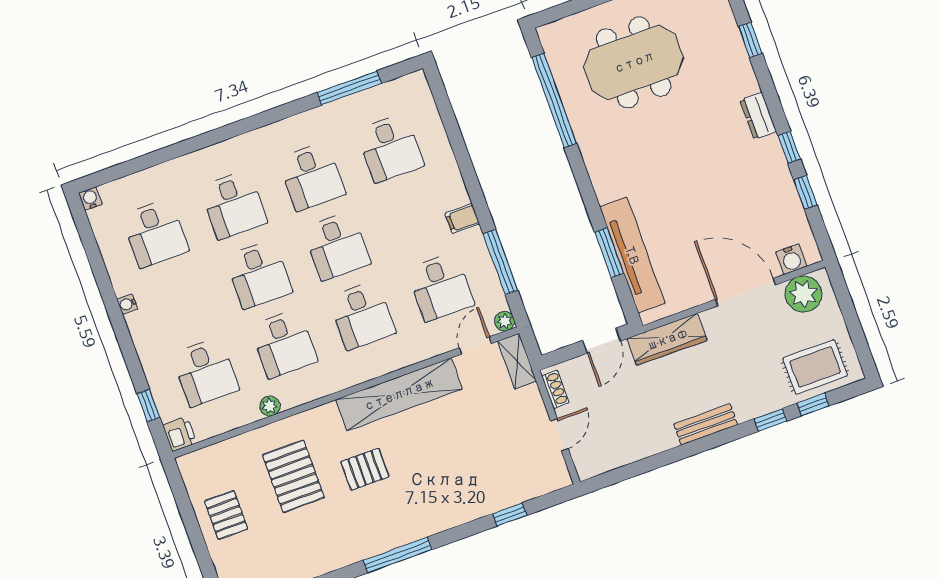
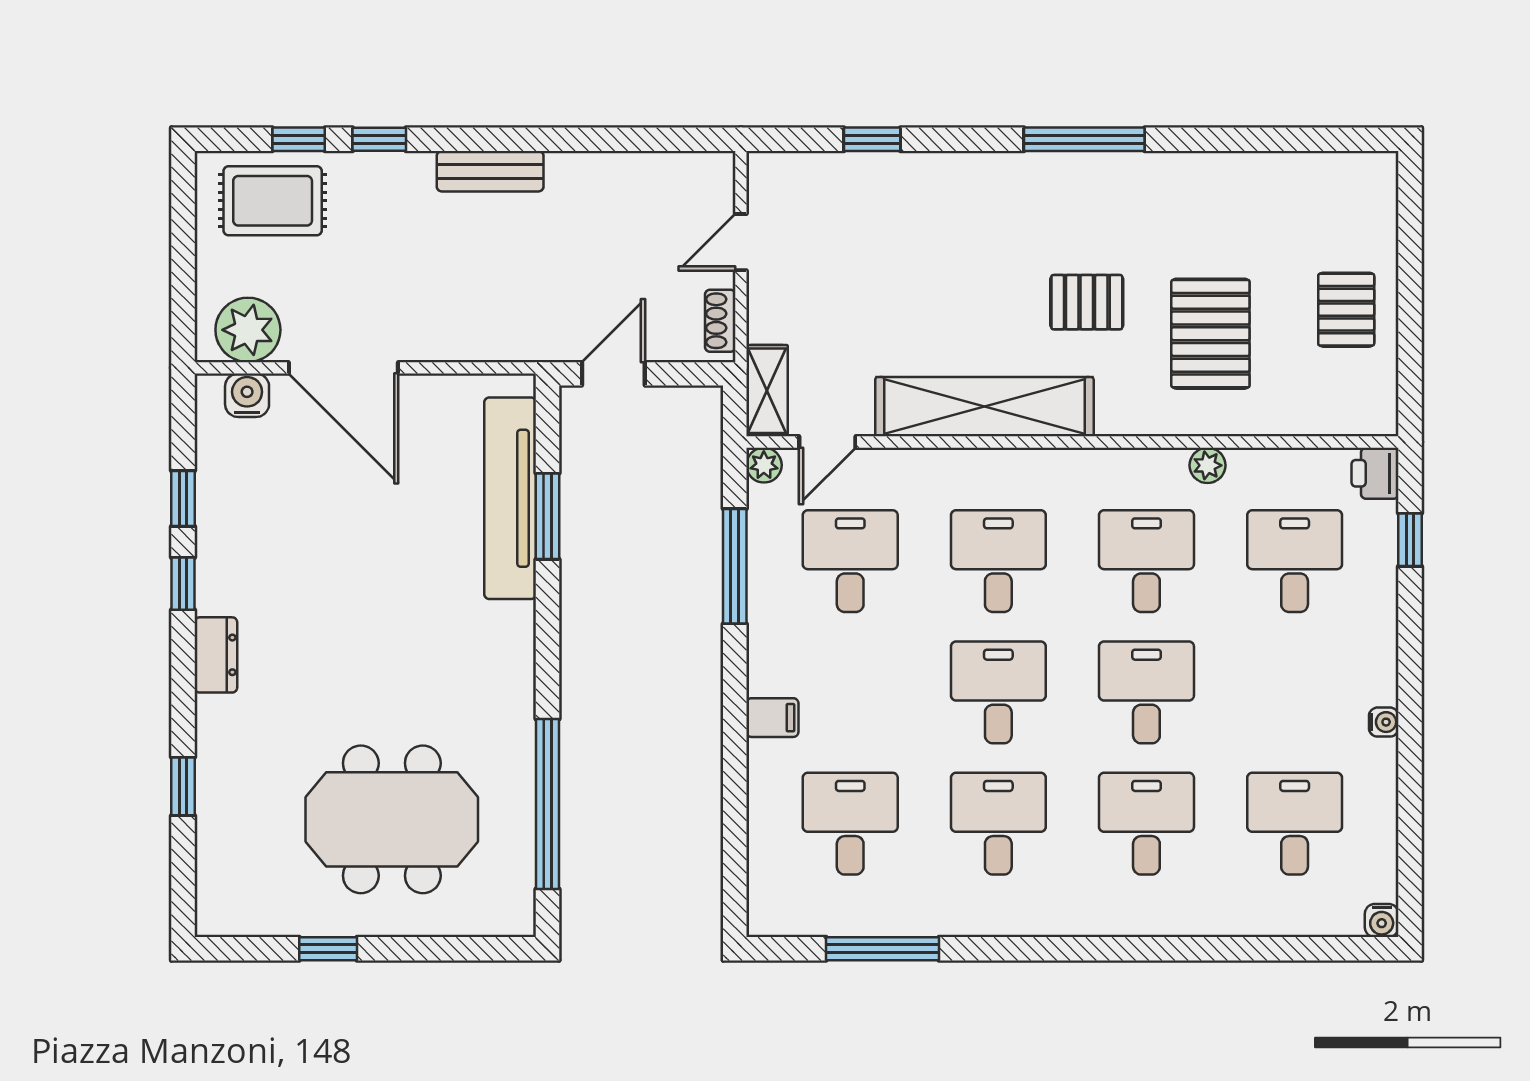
filing cabinet: (462, 219) -> (772, 718), moved
wardrobe: (667, 339) -> (503, 337), removed

